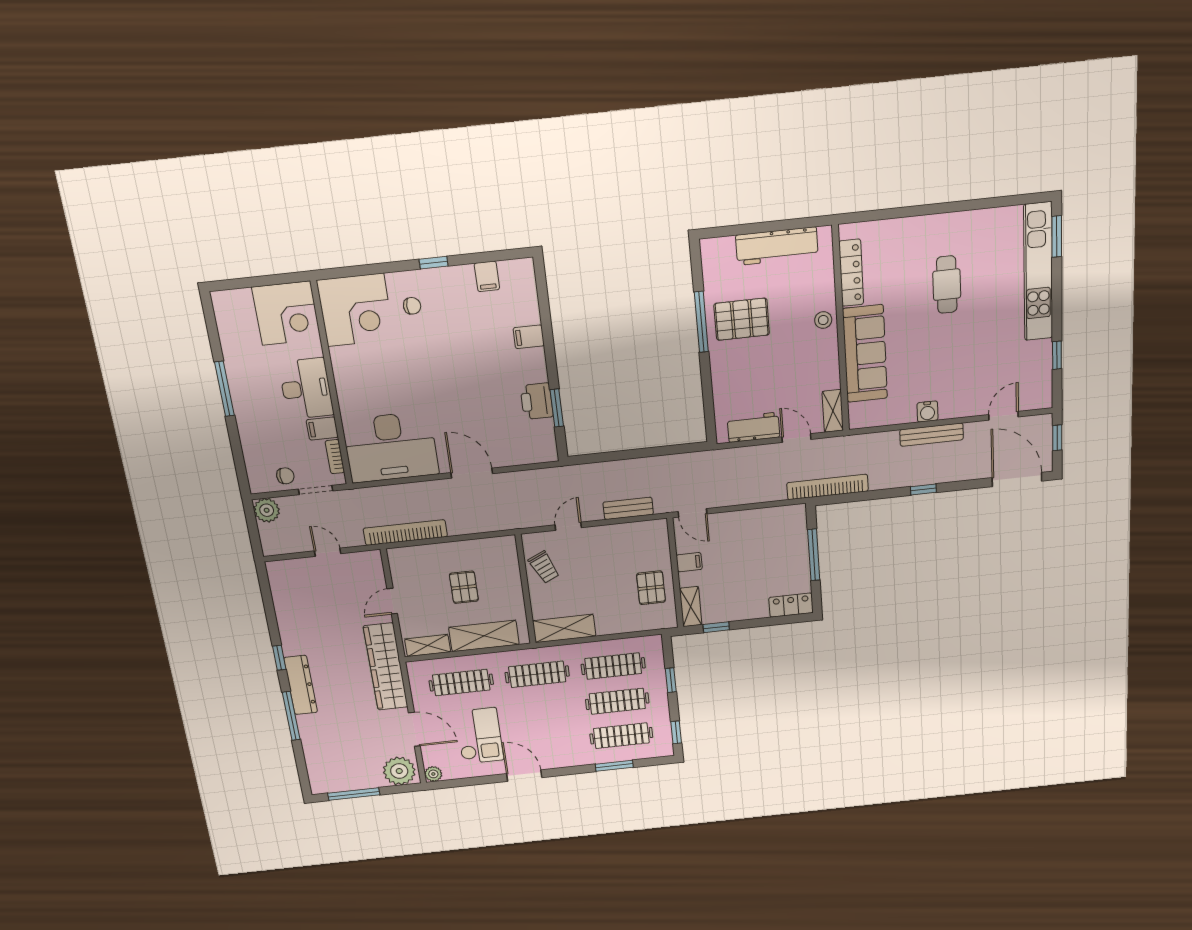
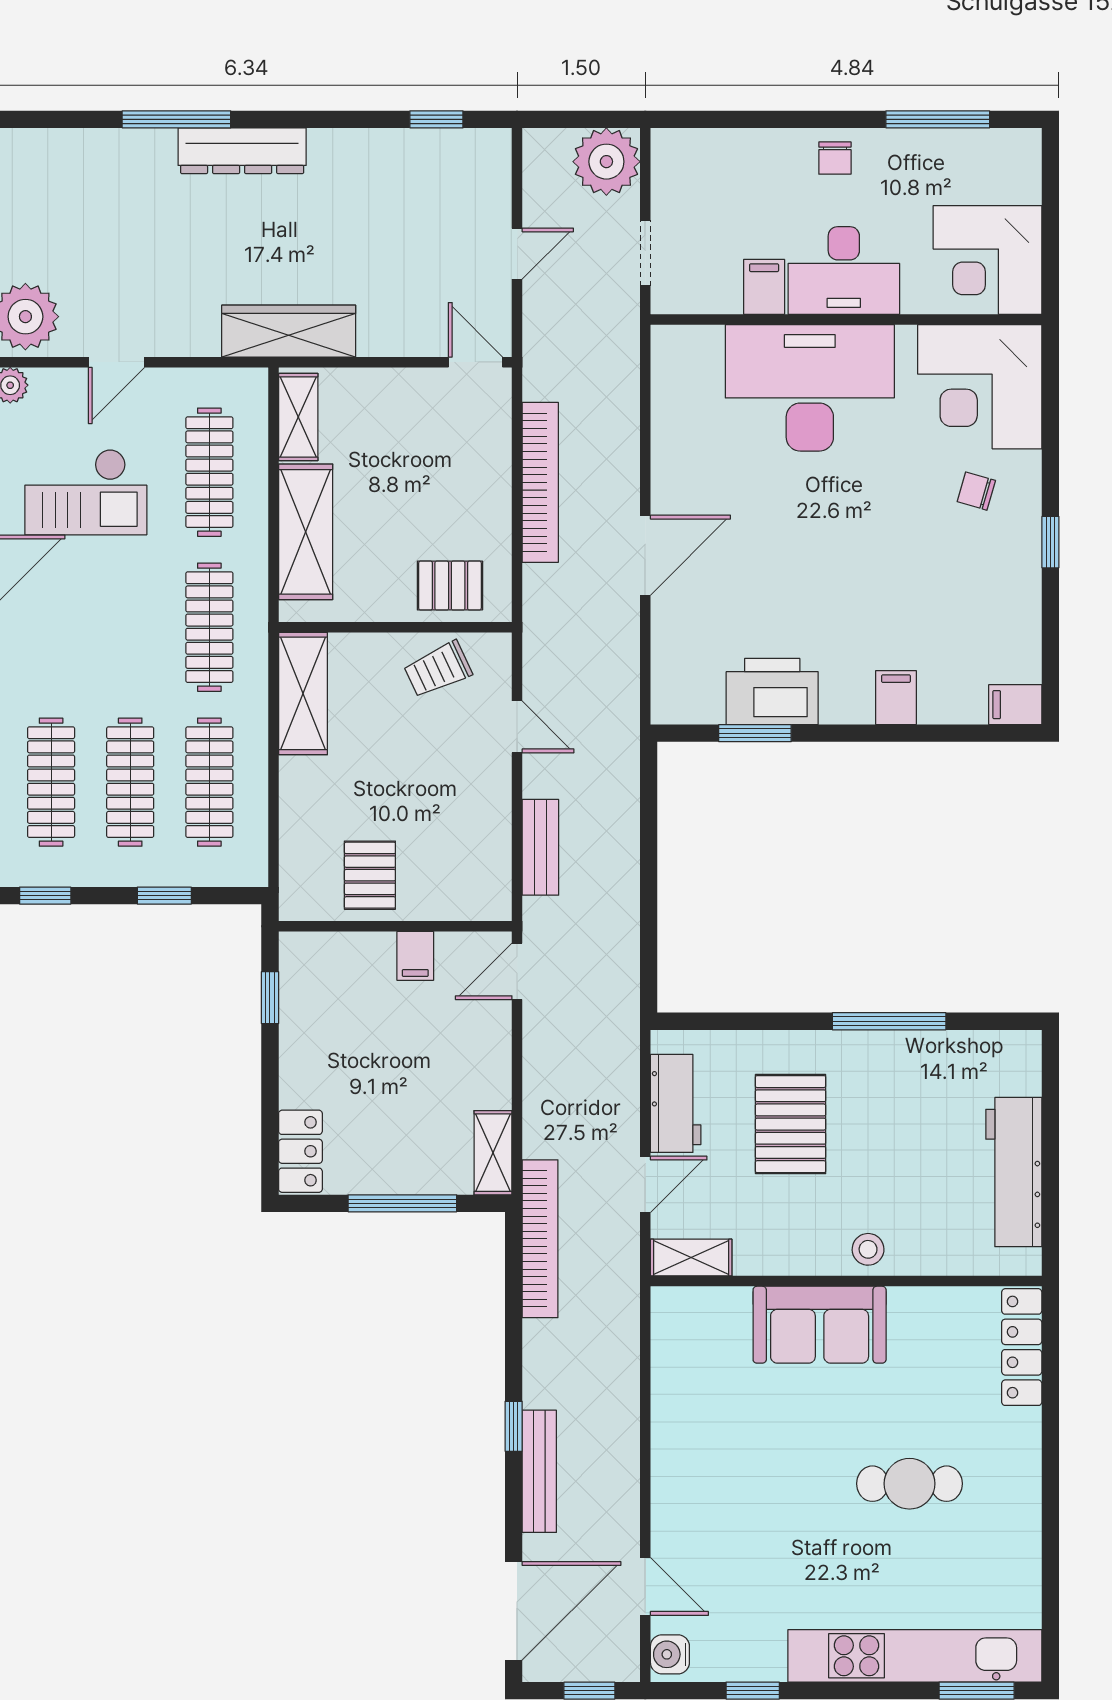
locker: (851, 273) -> (1022, 1347), moved, turned 90
filing cabinet: (487, 276) -> (1015, 705), moved
chair: (412, 306) -> (976, 491), turned 106
pallet: (742, 319) -> (791, 1124), moved
sofa: (865, 354) -> (820, 1325), width x0.73
window: (224, 389) -> (938, 119), moved
printer: (537, 401) -> (772, 692), width x1.37, depth x1.19
water cooler: (927, 412) -> (670, 1654), moved
bench: (932, 435) -> (539, 1471), moved
desk: (391, 447) -> (810, 388), moved, turned 90
bookcase: (335, 457) -> (707, 301), removed
chair: (285, 476) -> (835, 158), moved
plant: (267, 510) -> (606, 162), width x1.36, depth x1.36
bookcase: (405, 532) -> (540, 482), moved
pallet: (464, 587) -> (450, 586), moved
pallet: (651, 588) -> (370, 875), turned 90
door: (392, 601) -> (475, 362), moved
shelving: (691, 607) -> (493, 1153), moved, turned 90
window: (279, 658) -> (436, 119), moved
wardrobe: (386, 667) -> (289, 331), width x0.71, depth x0.85
door: (414, 729) -> (116, 362), width x0.73

